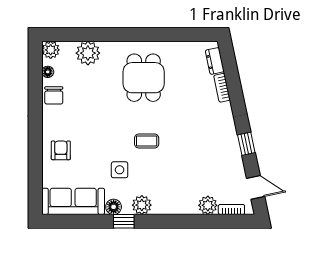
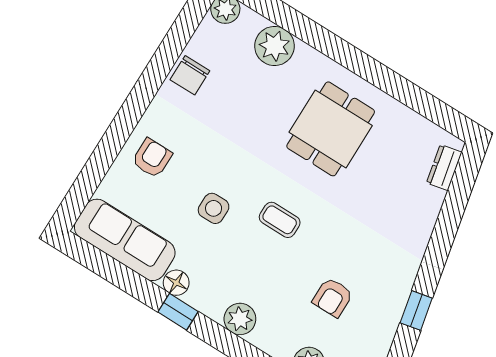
floor lamp: (48, 72) -> (202, 37), removed
bookcase: (222, 88) -> (431, 211), removed
armchair: (199, 164) -> (333, 297), added
side table: (120, 170) -> (214, 208), moved
plant: (142, 205) -> (240, 319), moved

